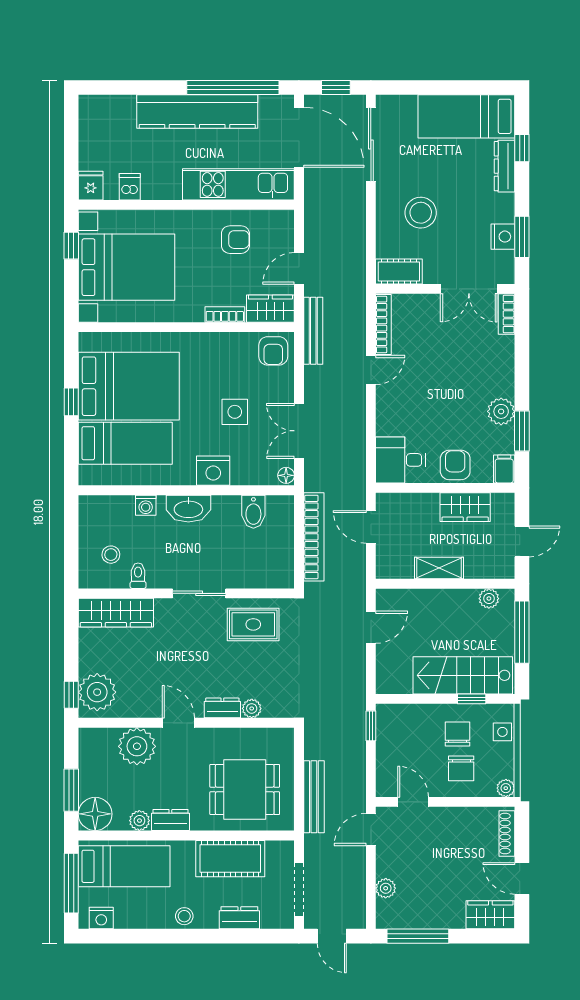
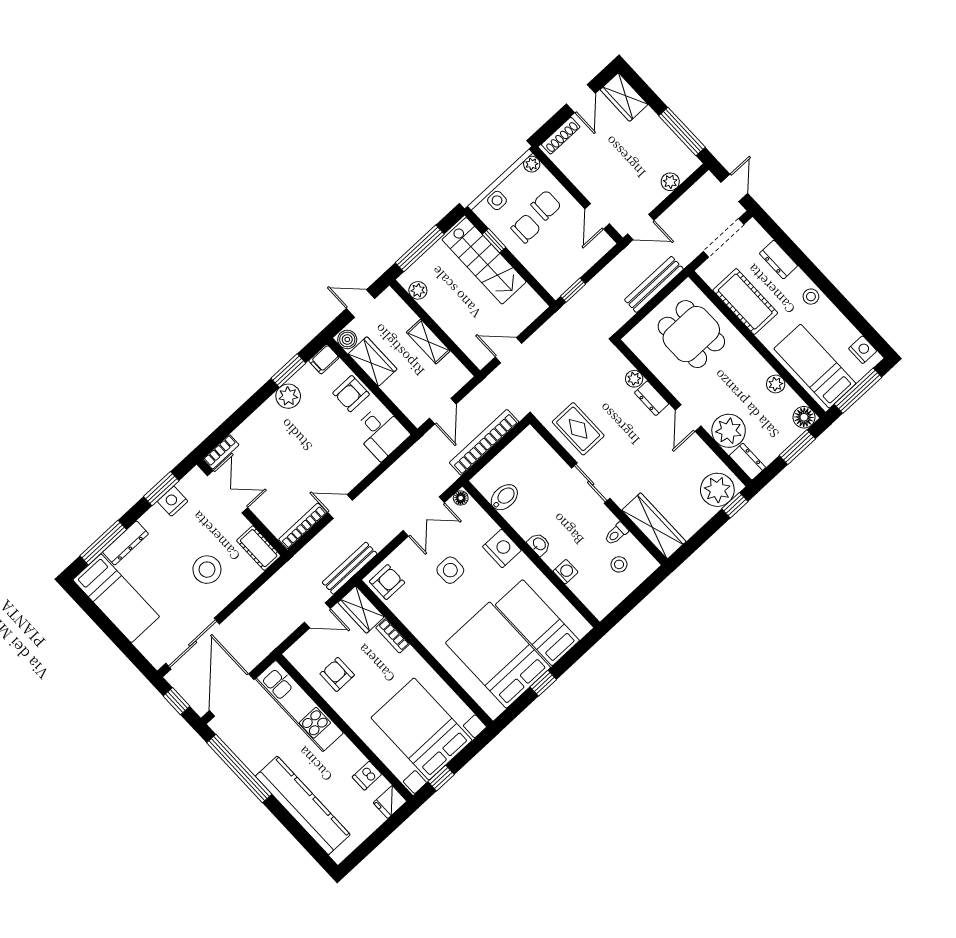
kitchen counter: (197, 112) -> (303, 805), moved
window: (522, 148) -> (103, 543), width x2.17
boiler: (503, 503) -> (347, 339), added
washbasin: (188, 509) -> (539, 544), width x0.52, depth x0.69
chair: (458, 734) -> (526, 229), turned 180
floor lamp: (95, 814) -> (804, 417), width x0.73, depth x0.73
dresser: (170, 820) -> (747, 462), moved, turned 180

